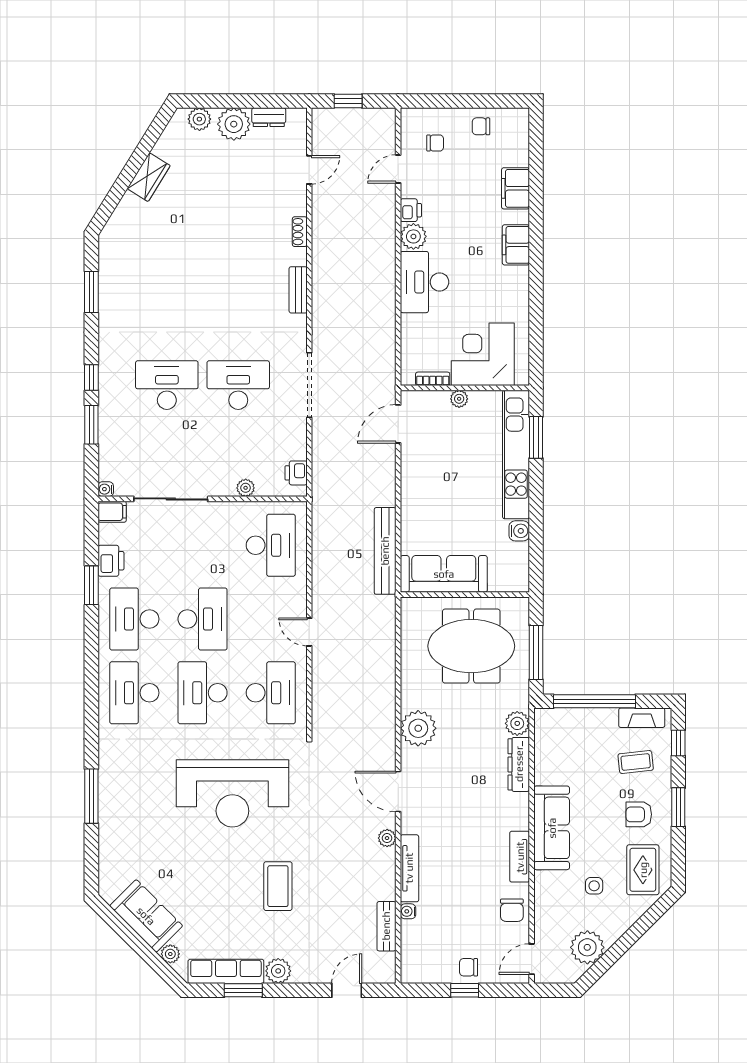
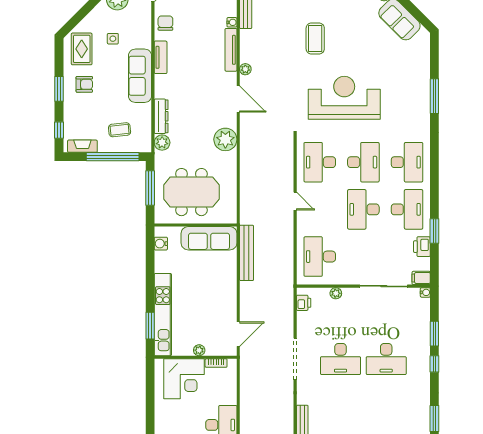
water cooler: (519, 531) -> (161, 244), moved
coffee table: (636, 762) -> (120, 130), moved

